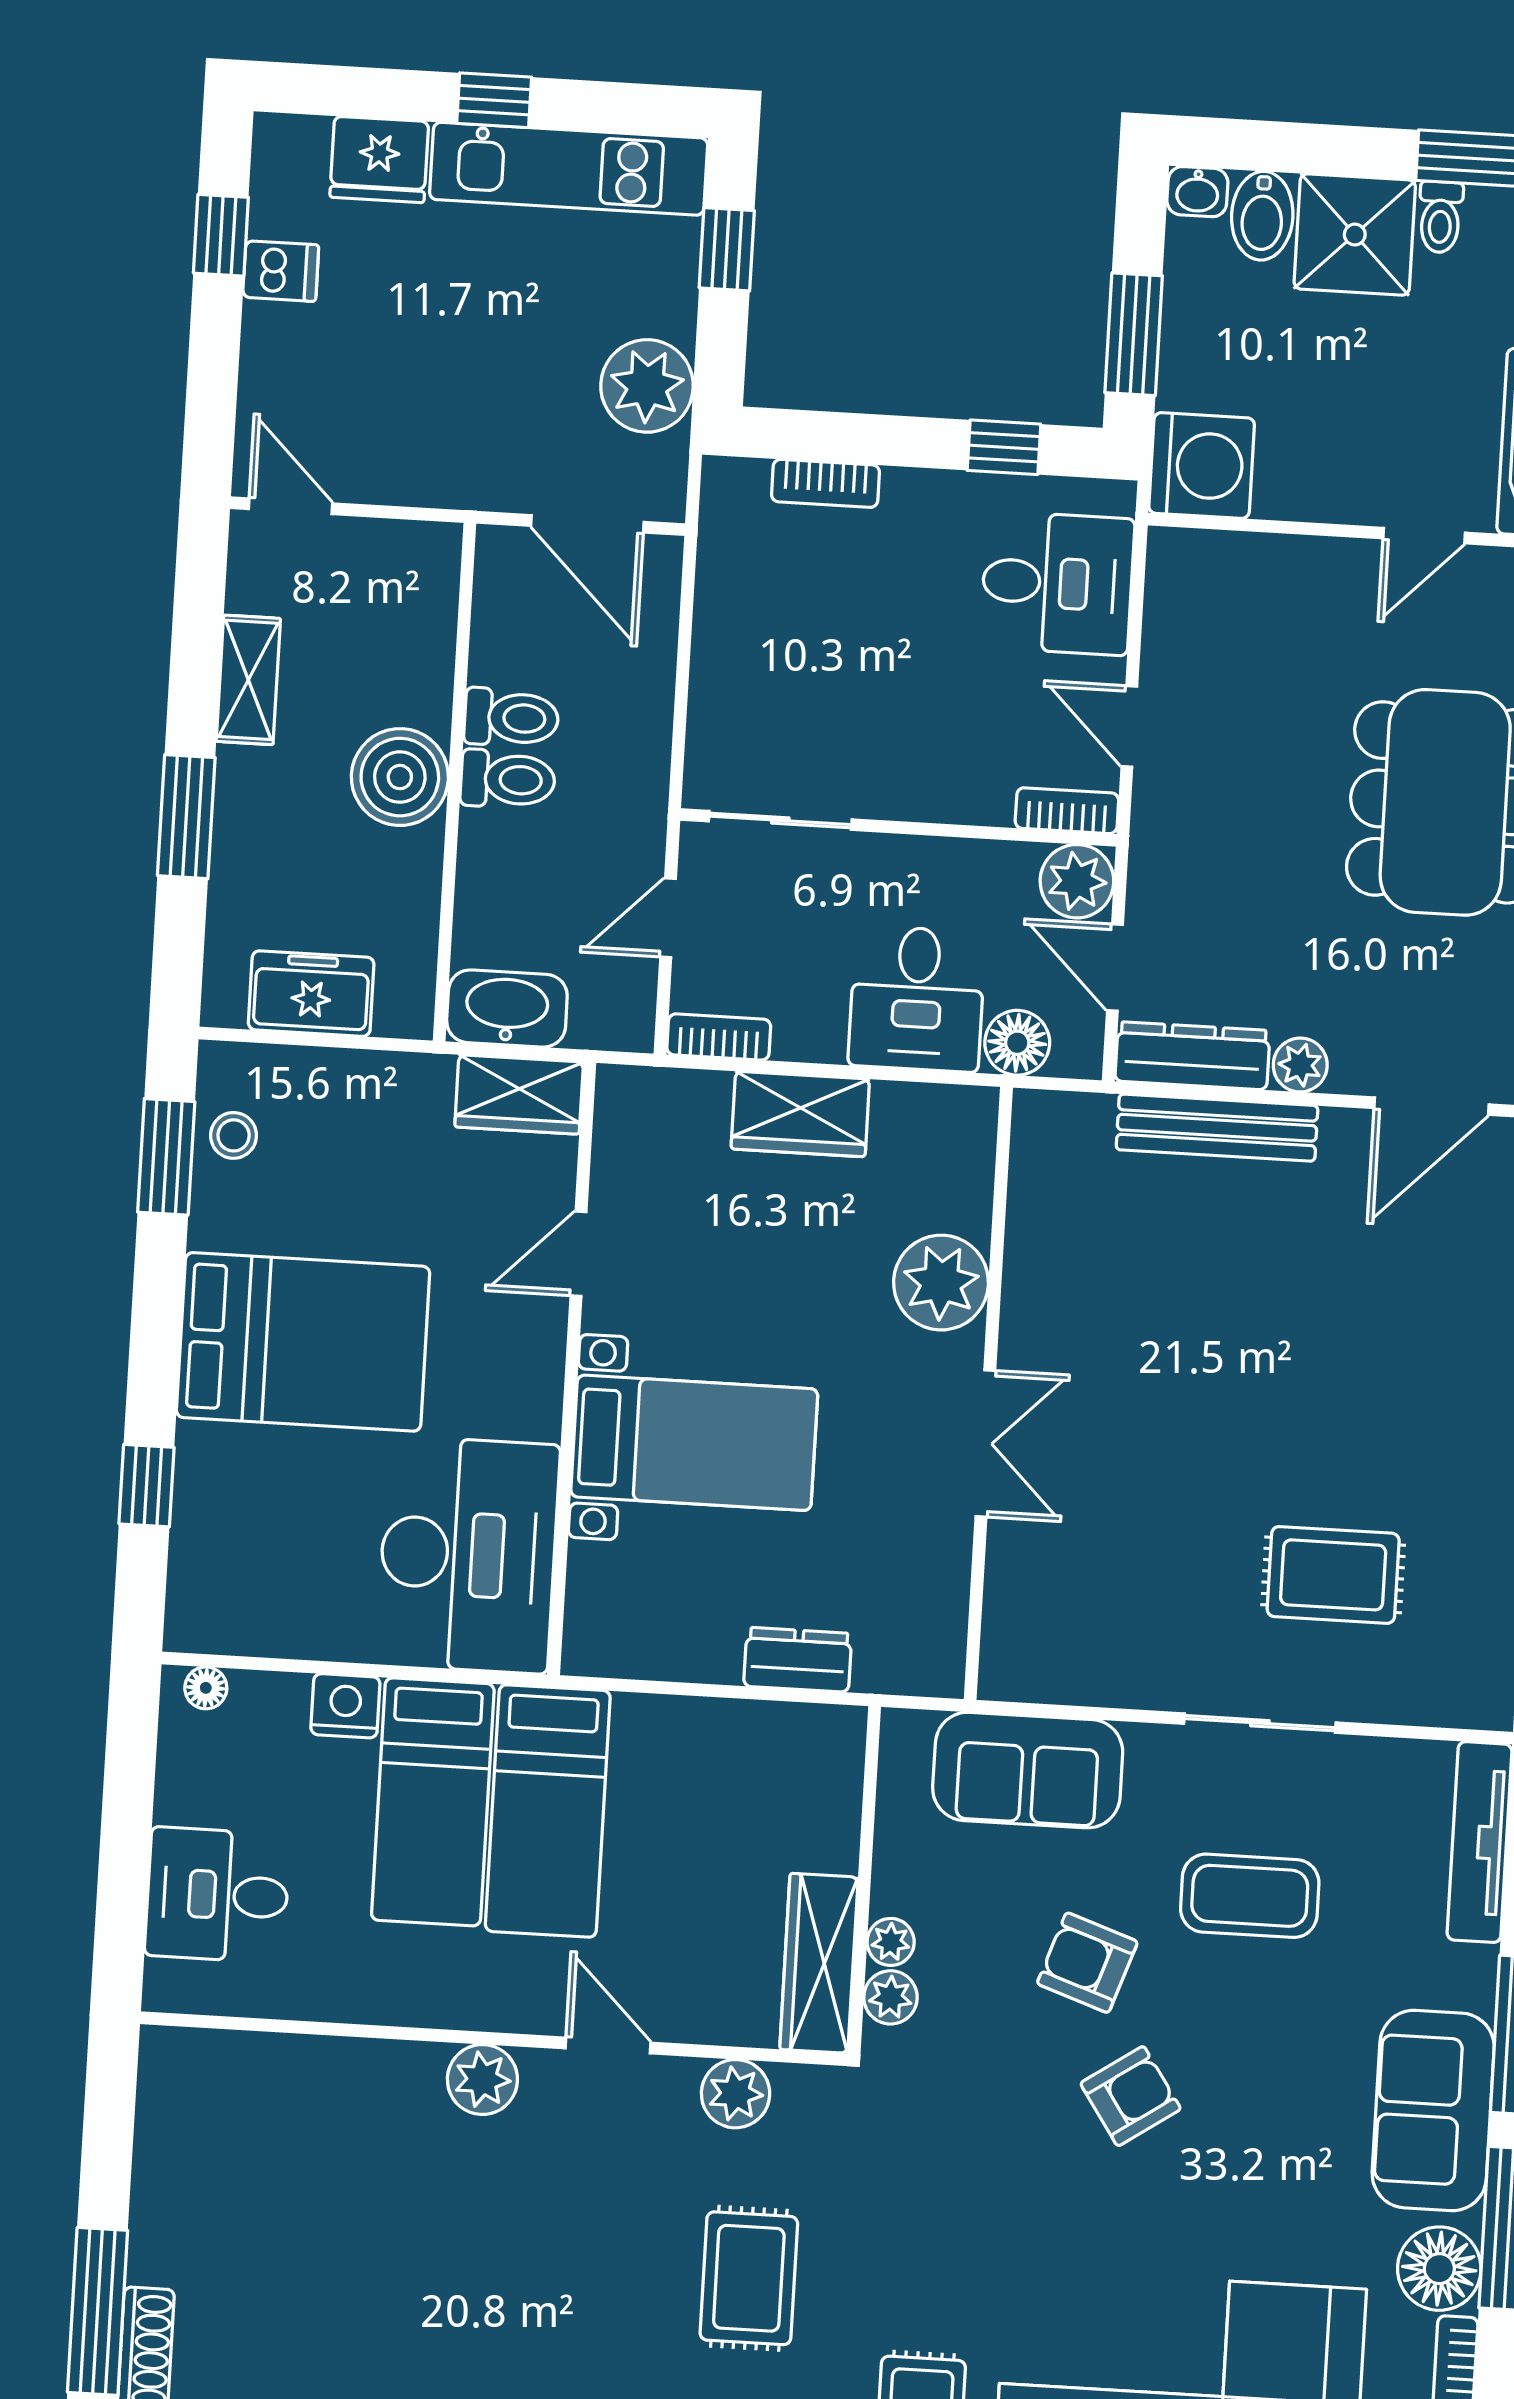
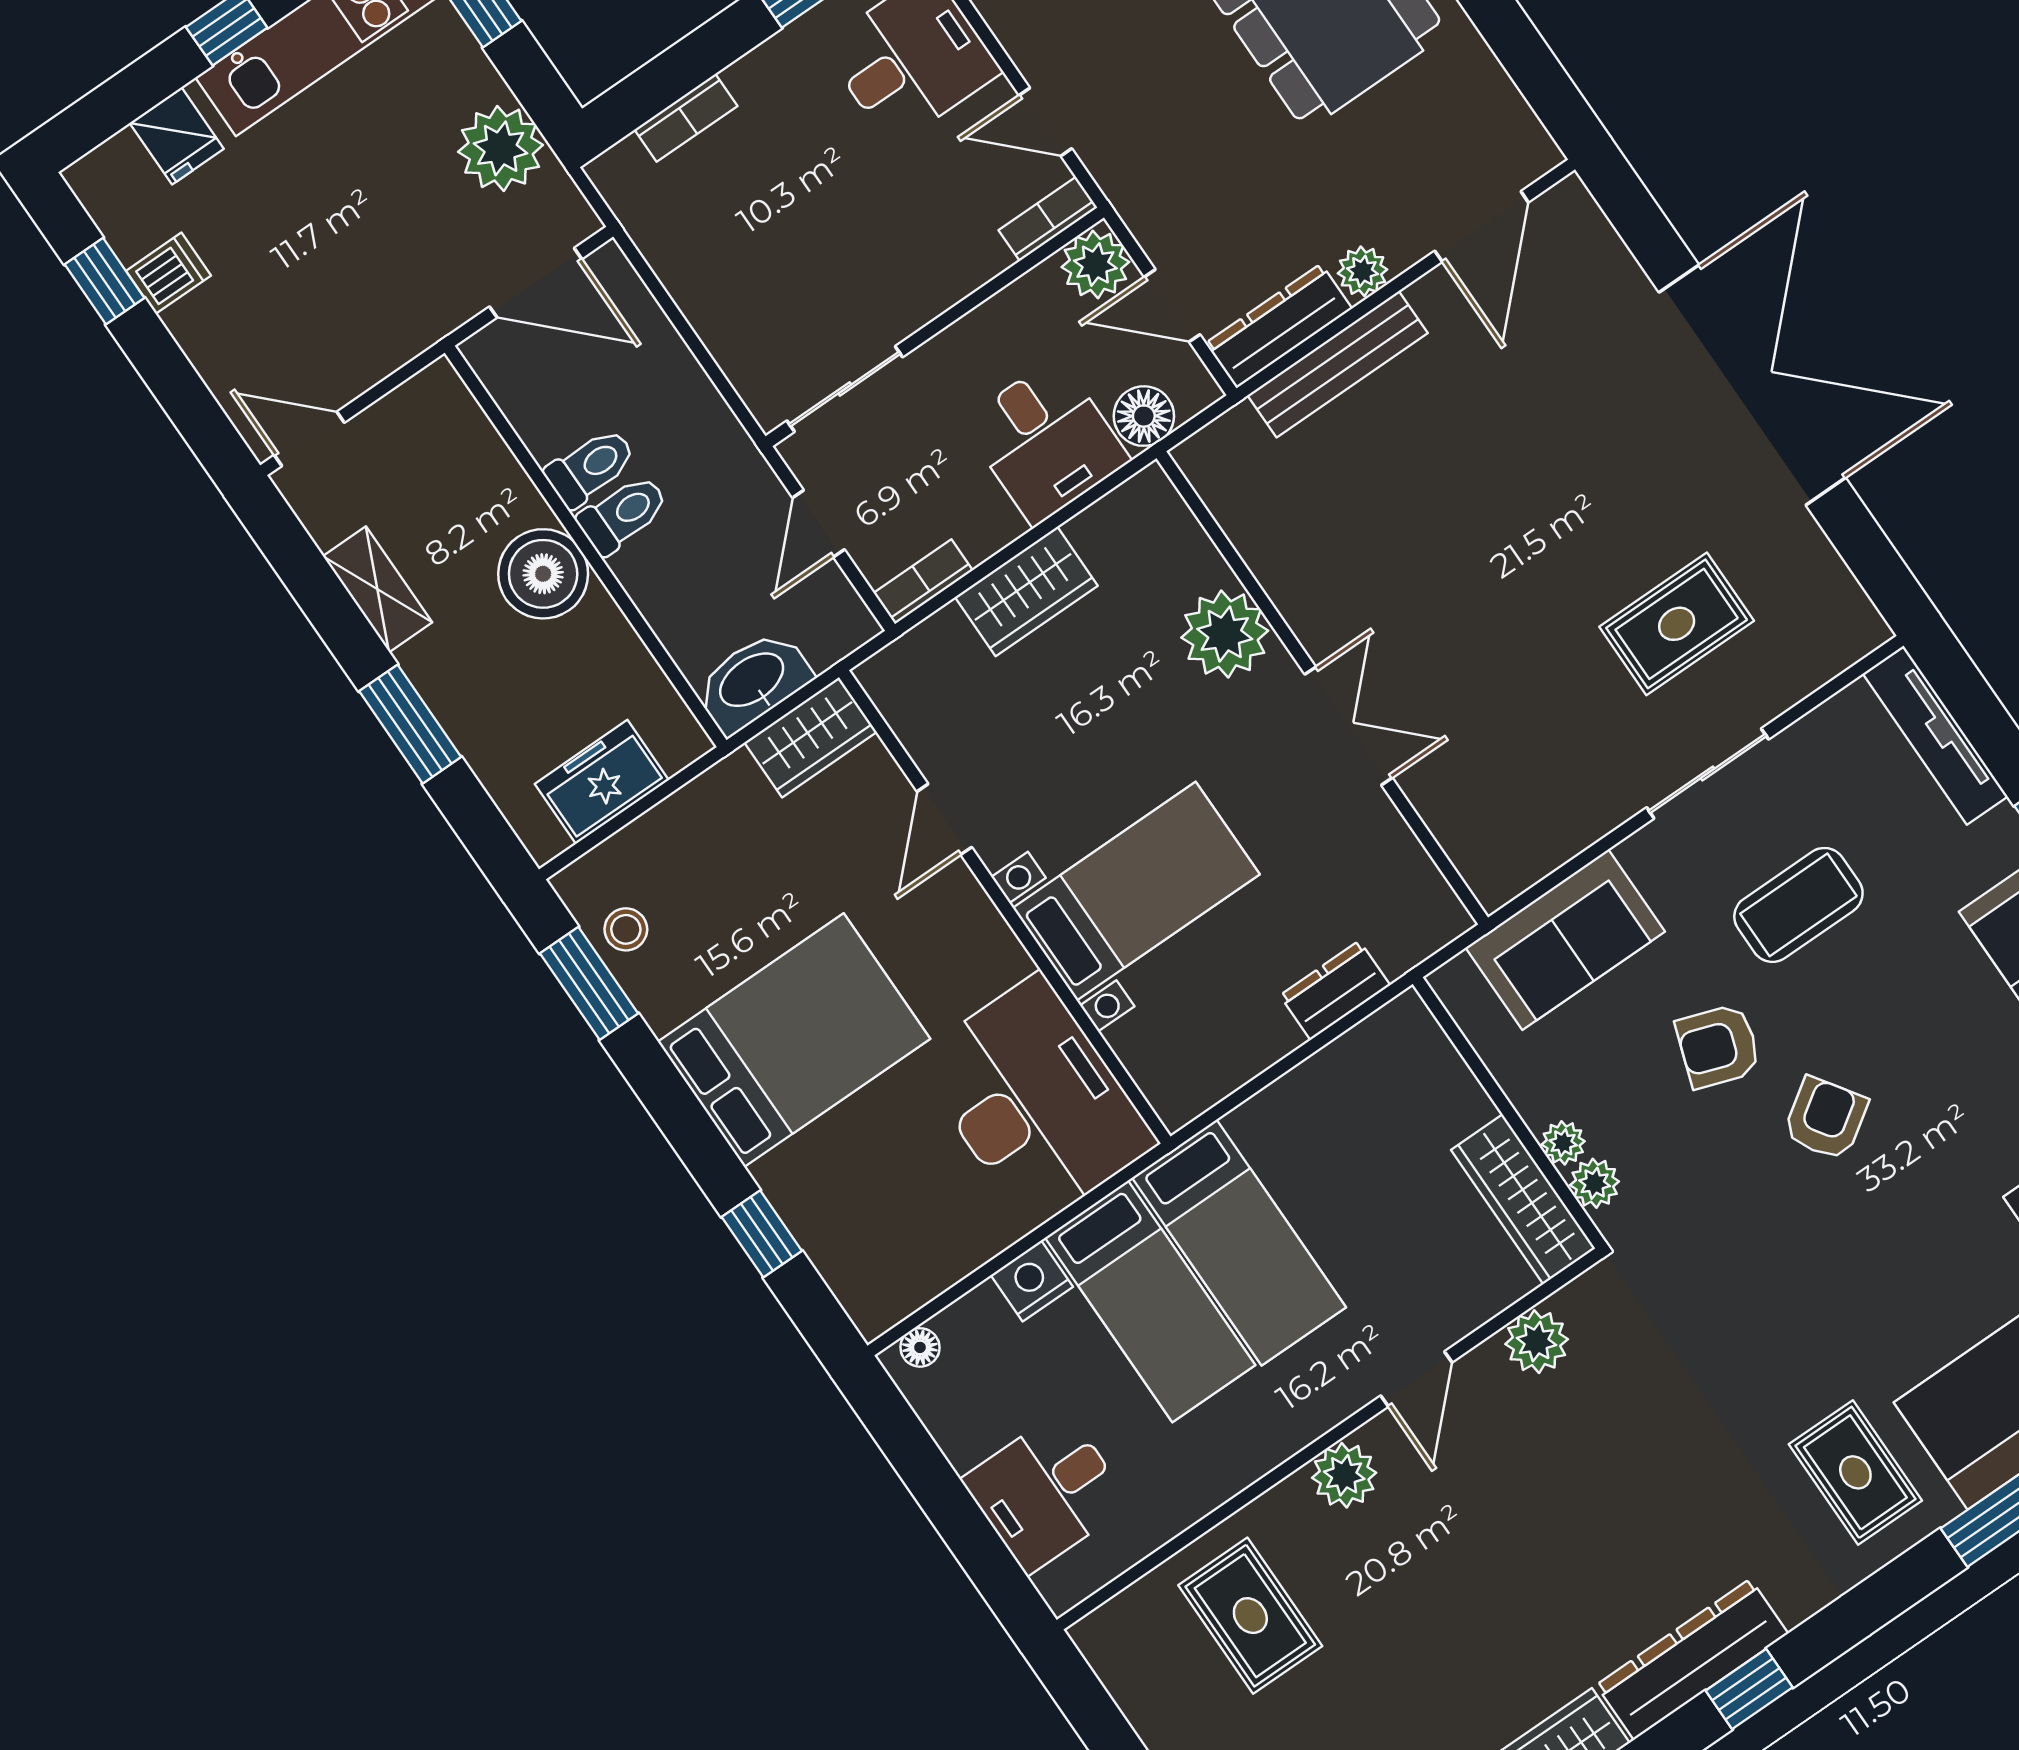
fridge: (379, 159) -> (177, 136), width x0.72
door: (608, 2046) -> (1416, 1379), swing flipped
rug: (749, 2278) -> (1250, 1616), moved

